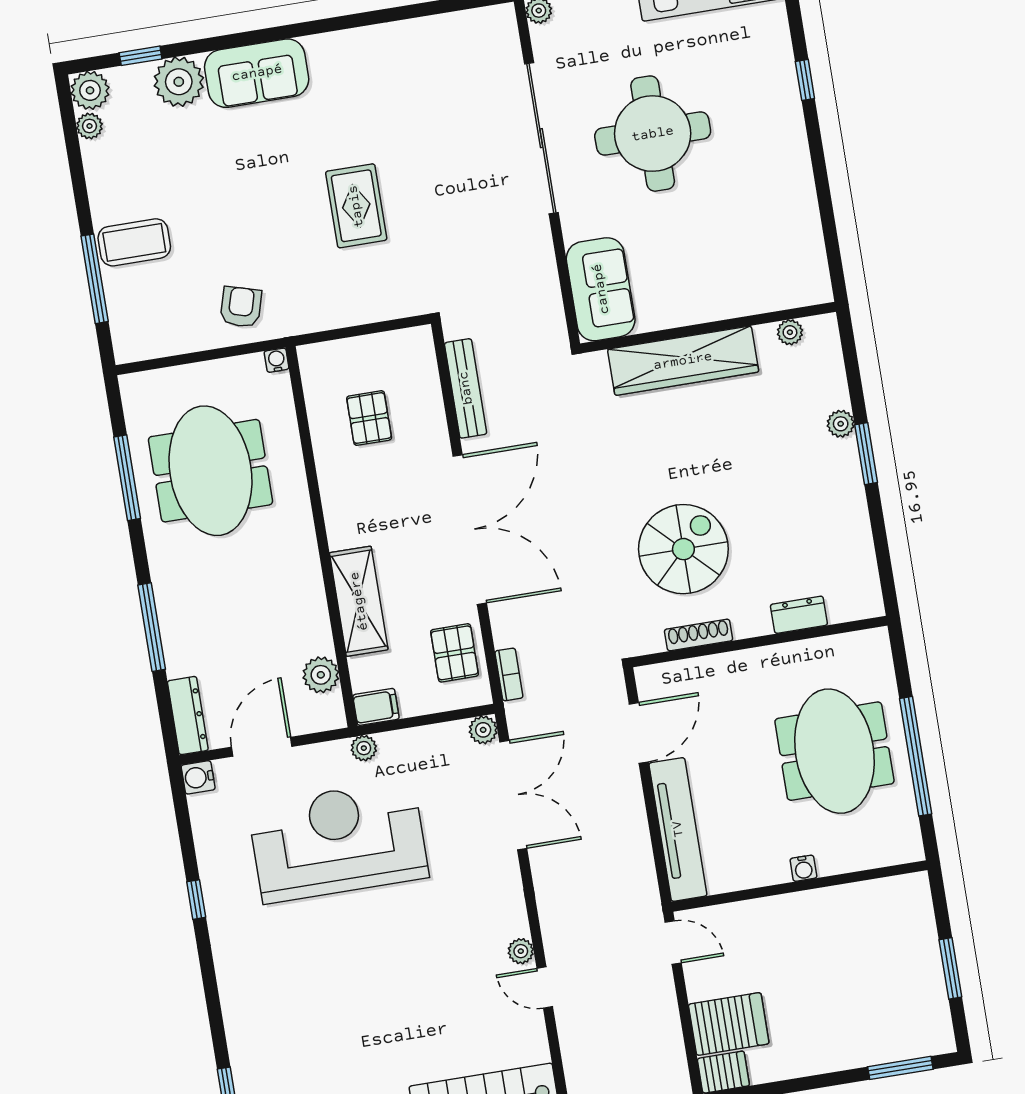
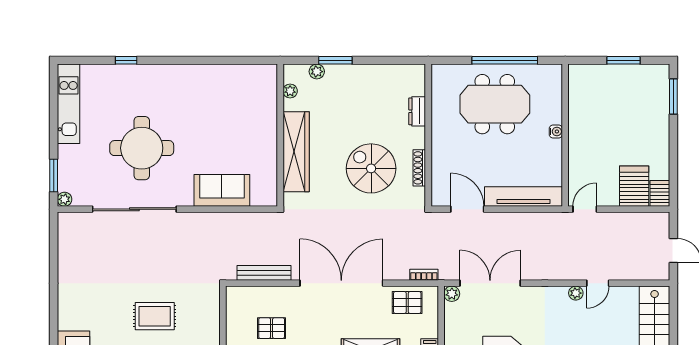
wall: (708, 328) -> (280, 135), moved
plant: (790, 332) -> (290, 91), moved
wardrobe: (683, 361) -> (296, 152), moved

